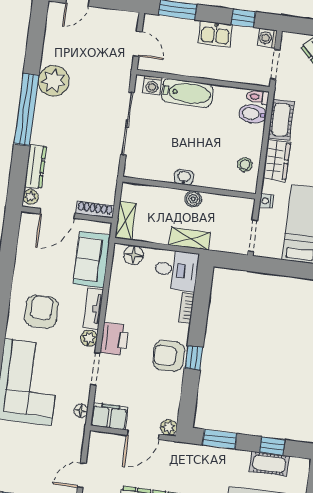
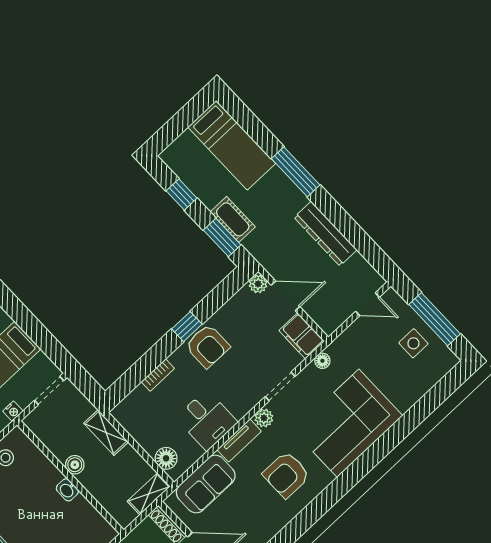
desk: (176, 270) -> (207, 420), moved, turned 180
printer: (114, 339) -> (243, 399), removed
cot: (269, 464) -> (233, 219), moved
side table: (28, 474) -> (413, 343), added

